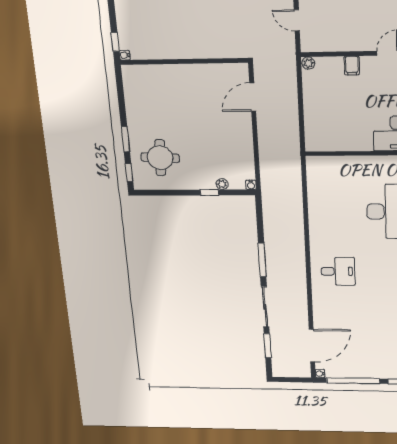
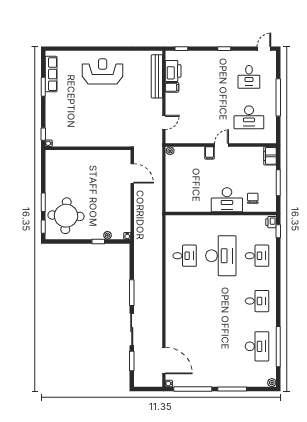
door: (297, 20) -> (164, 122), swing flipped
filing cabinet: (352, 66) -> (210, 153), moved
door: (253, 97) -> (132, 173), swing flipped
round table: (160, 158) -> (66, 216), width x1.36, depth x1.36
desk: (338, 271) -> (185, 256), moved
door: (312, 346) -> (164, 361), hinge flipped

